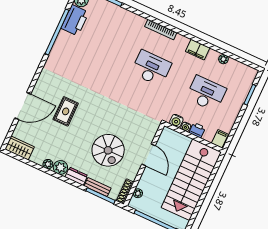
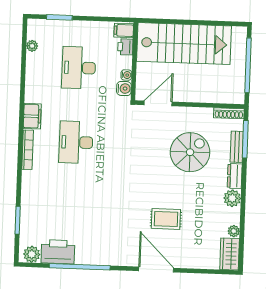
filing cabinet: (198, 50) -> (32, 116), moved
plant: (223, 59) -> (32, 46), moved
door: (23, 106) -> (156, 269), moved
printer: (197, 130) -> (125, 47), moved
door: (149, 155) -> (158, 103), moved
plant: (48, 164) -> (234, 231), moved
plant: (138, 193) -> (225, 98), removed

